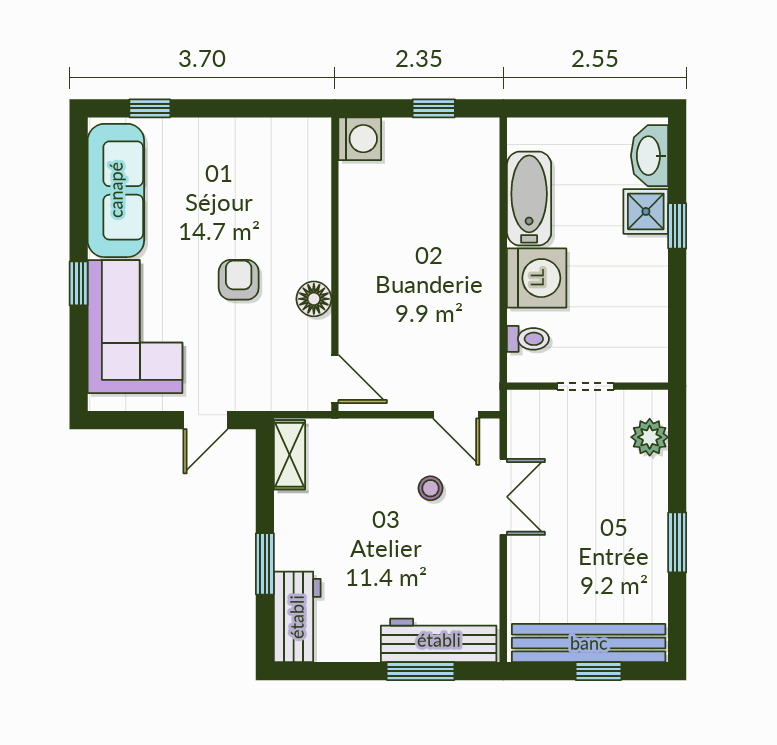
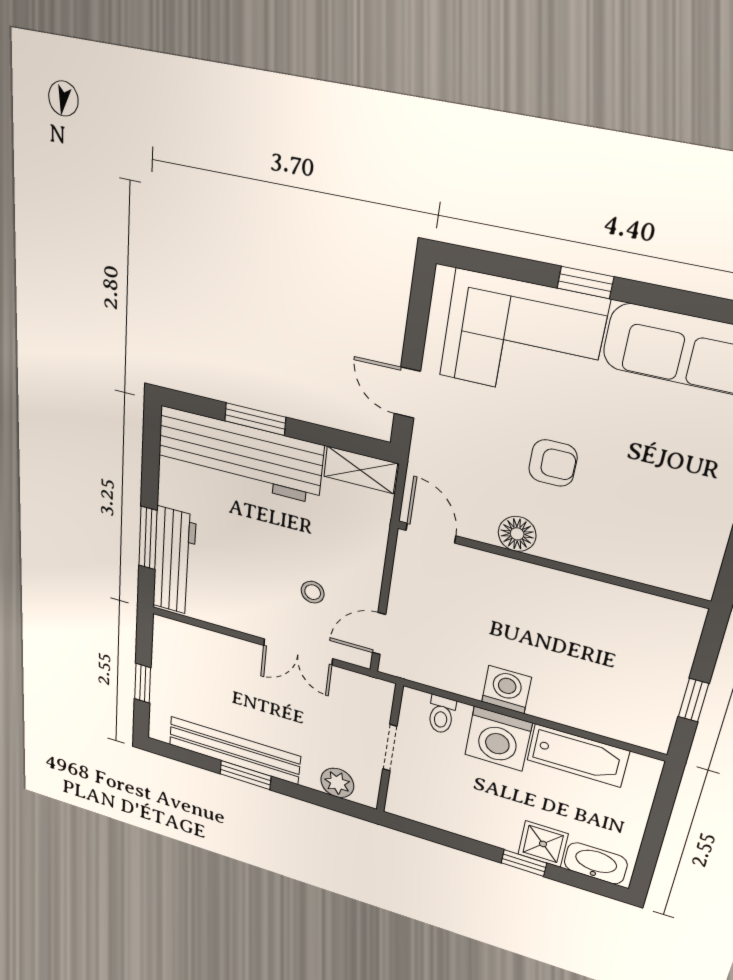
washing machine: (360, 139) -> (506, 690), moved, turned 180
door: (335, 379) -> (431, 533), swing flipped
workbench: (297, 617) -> (239, 455), width x1.88, depth x1.32
bench: (589, 643) -> (234, 750), moved, turned 90

